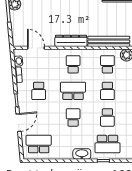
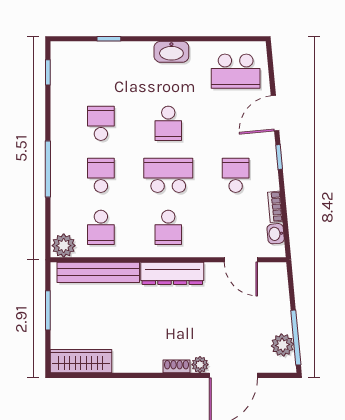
school desk: (73, 91) -> (168, 175), turned 180
school desk: (107, 144) -> (101, 71), removed
washbasin: (82, 154) -> (171, 52), moved

